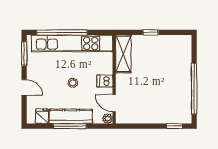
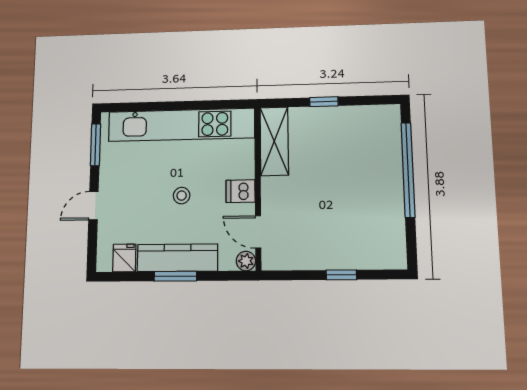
window: (62, 32) -> (163, 106), removed
door: (24, 87) -> (93, 206), swing flipped
window: (194, 89) -> (408, 170), moved
window: (70, 126) -> (175, 276), width x0.69
window: (174, 126) -> (341, 275), moved

